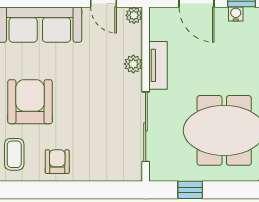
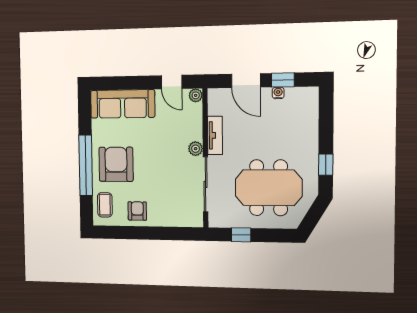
plant: (133, 64) -> (196, 149), moved

